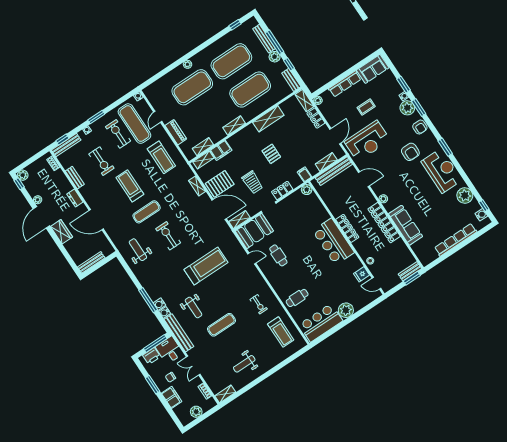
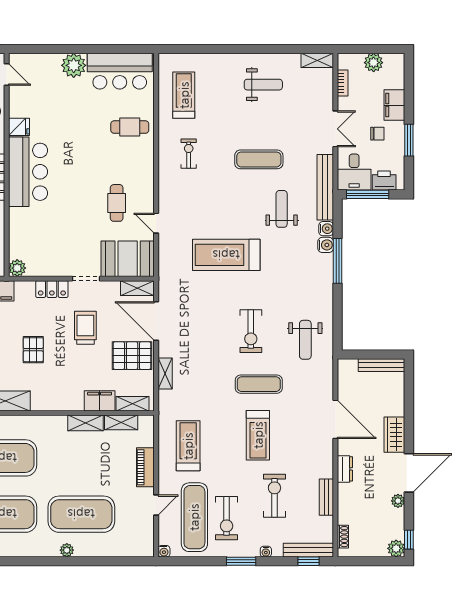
shelving: (234, 126) -> (86, 423), moved
fridge: (362, 274) -> (19, 127), moved

